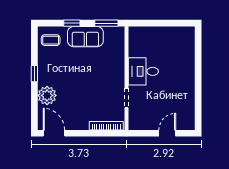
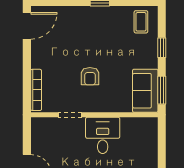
sofa: (85, 37) -> (145, 91), moved
armchair: (95, 82) -> (90, 76), added
plant: (47, 95) -> (73, 17), removed

